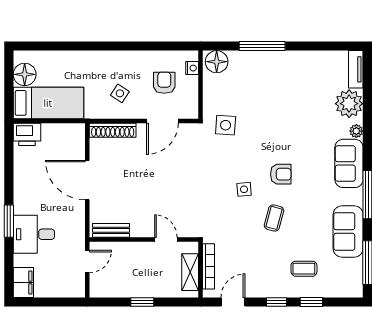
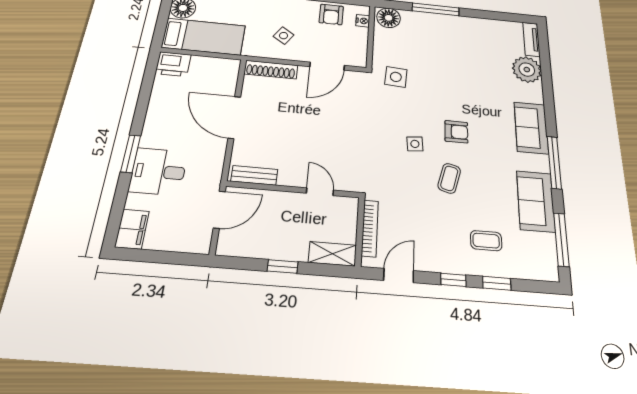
armchair: (164, 83) -> (331, 14), moved, turned 180
plant: (356, 131) -> (537, 96), removed
door: (87, 261) -> (219, 210), width x1.38
shelving: (190, 272) -> (332, 254), moved, turned 90

